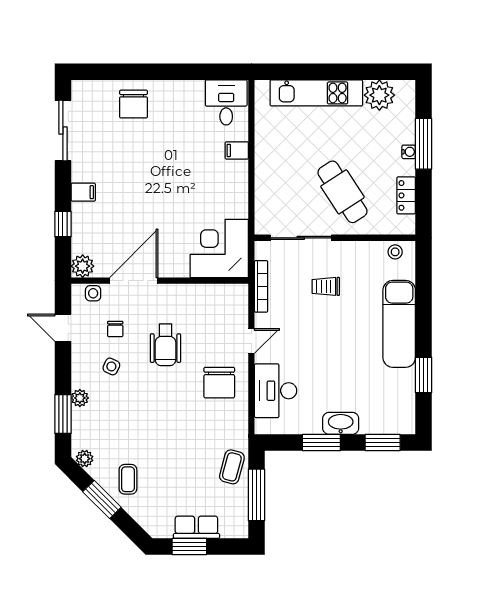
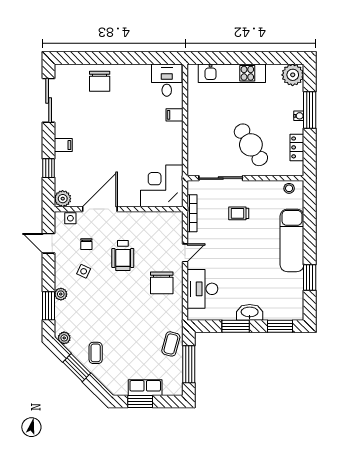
plant: (379, 95) -> (293, 75), moved

